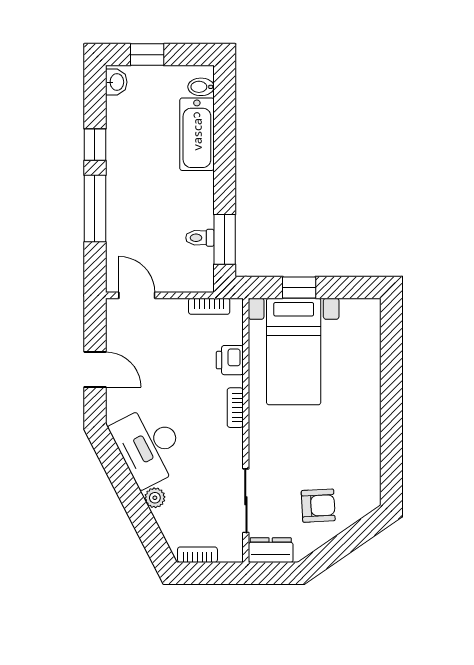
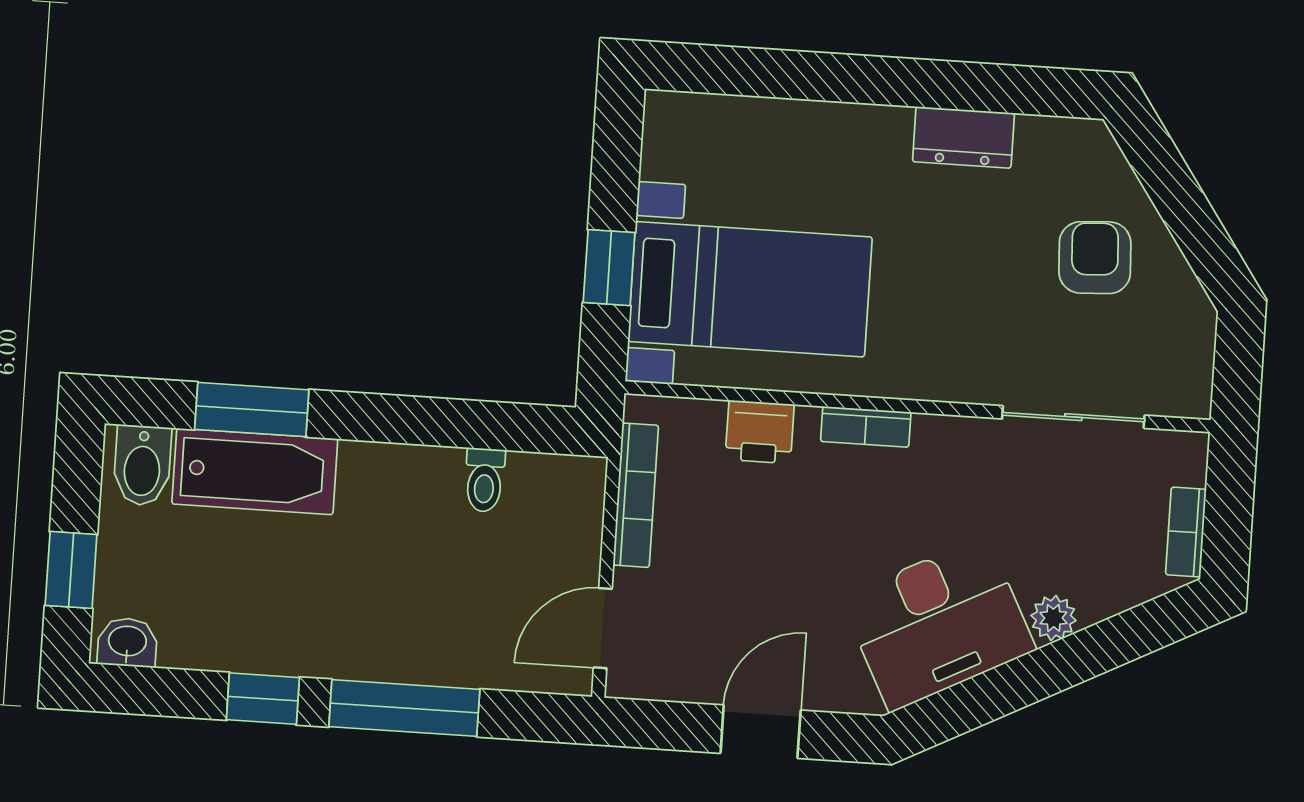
bidet: (201, 87) -> (142, 465), width x1.38, depth x1.36
window: (225, 239) -> (252, 410), moved
bookcase: (209, 306) -> (636, 495), width x1.56
dresser: (271, 550) -> (964, 137), moved, turned -90

